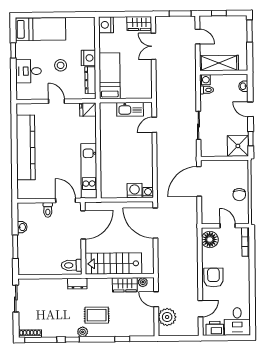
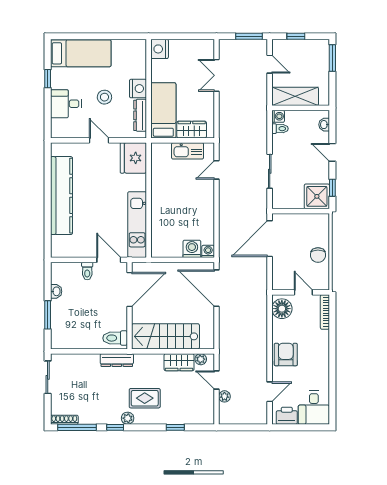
wardrobe: (139, 23) -> (192, 130), moved, turned 180
fridge: (88, 110) -> (133, 158), width x1.88, depth x1.34
dresser: (77, 284) -> (117, 360), width x1.44
plant: (167, 317) -> (224, 396), width x0.53, depth x0.53

